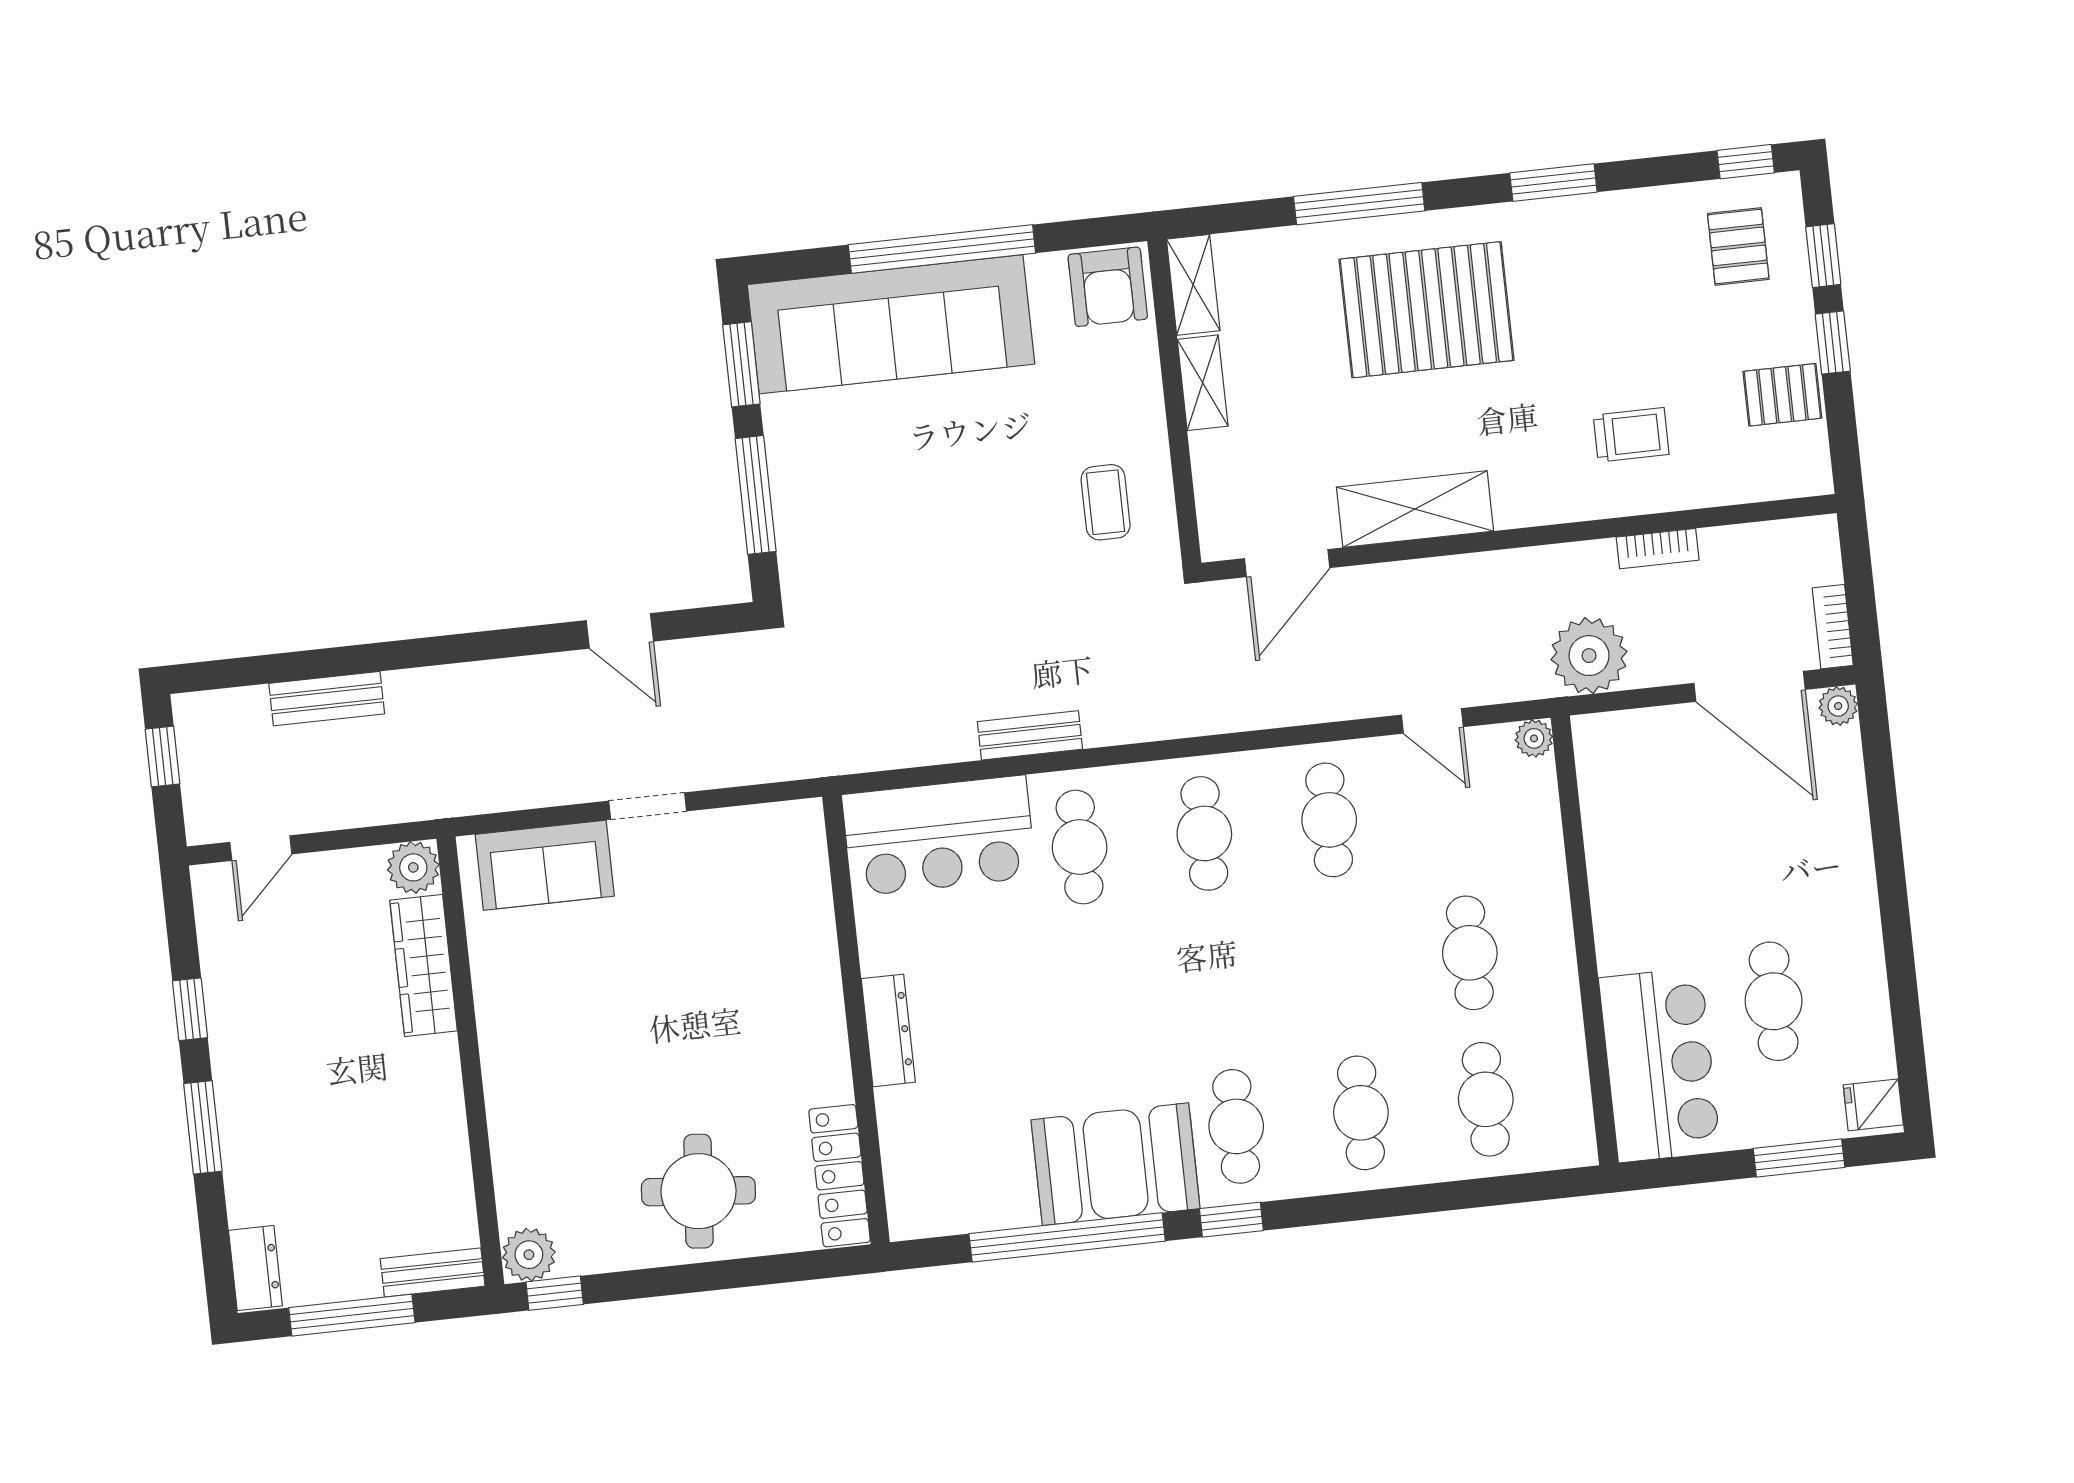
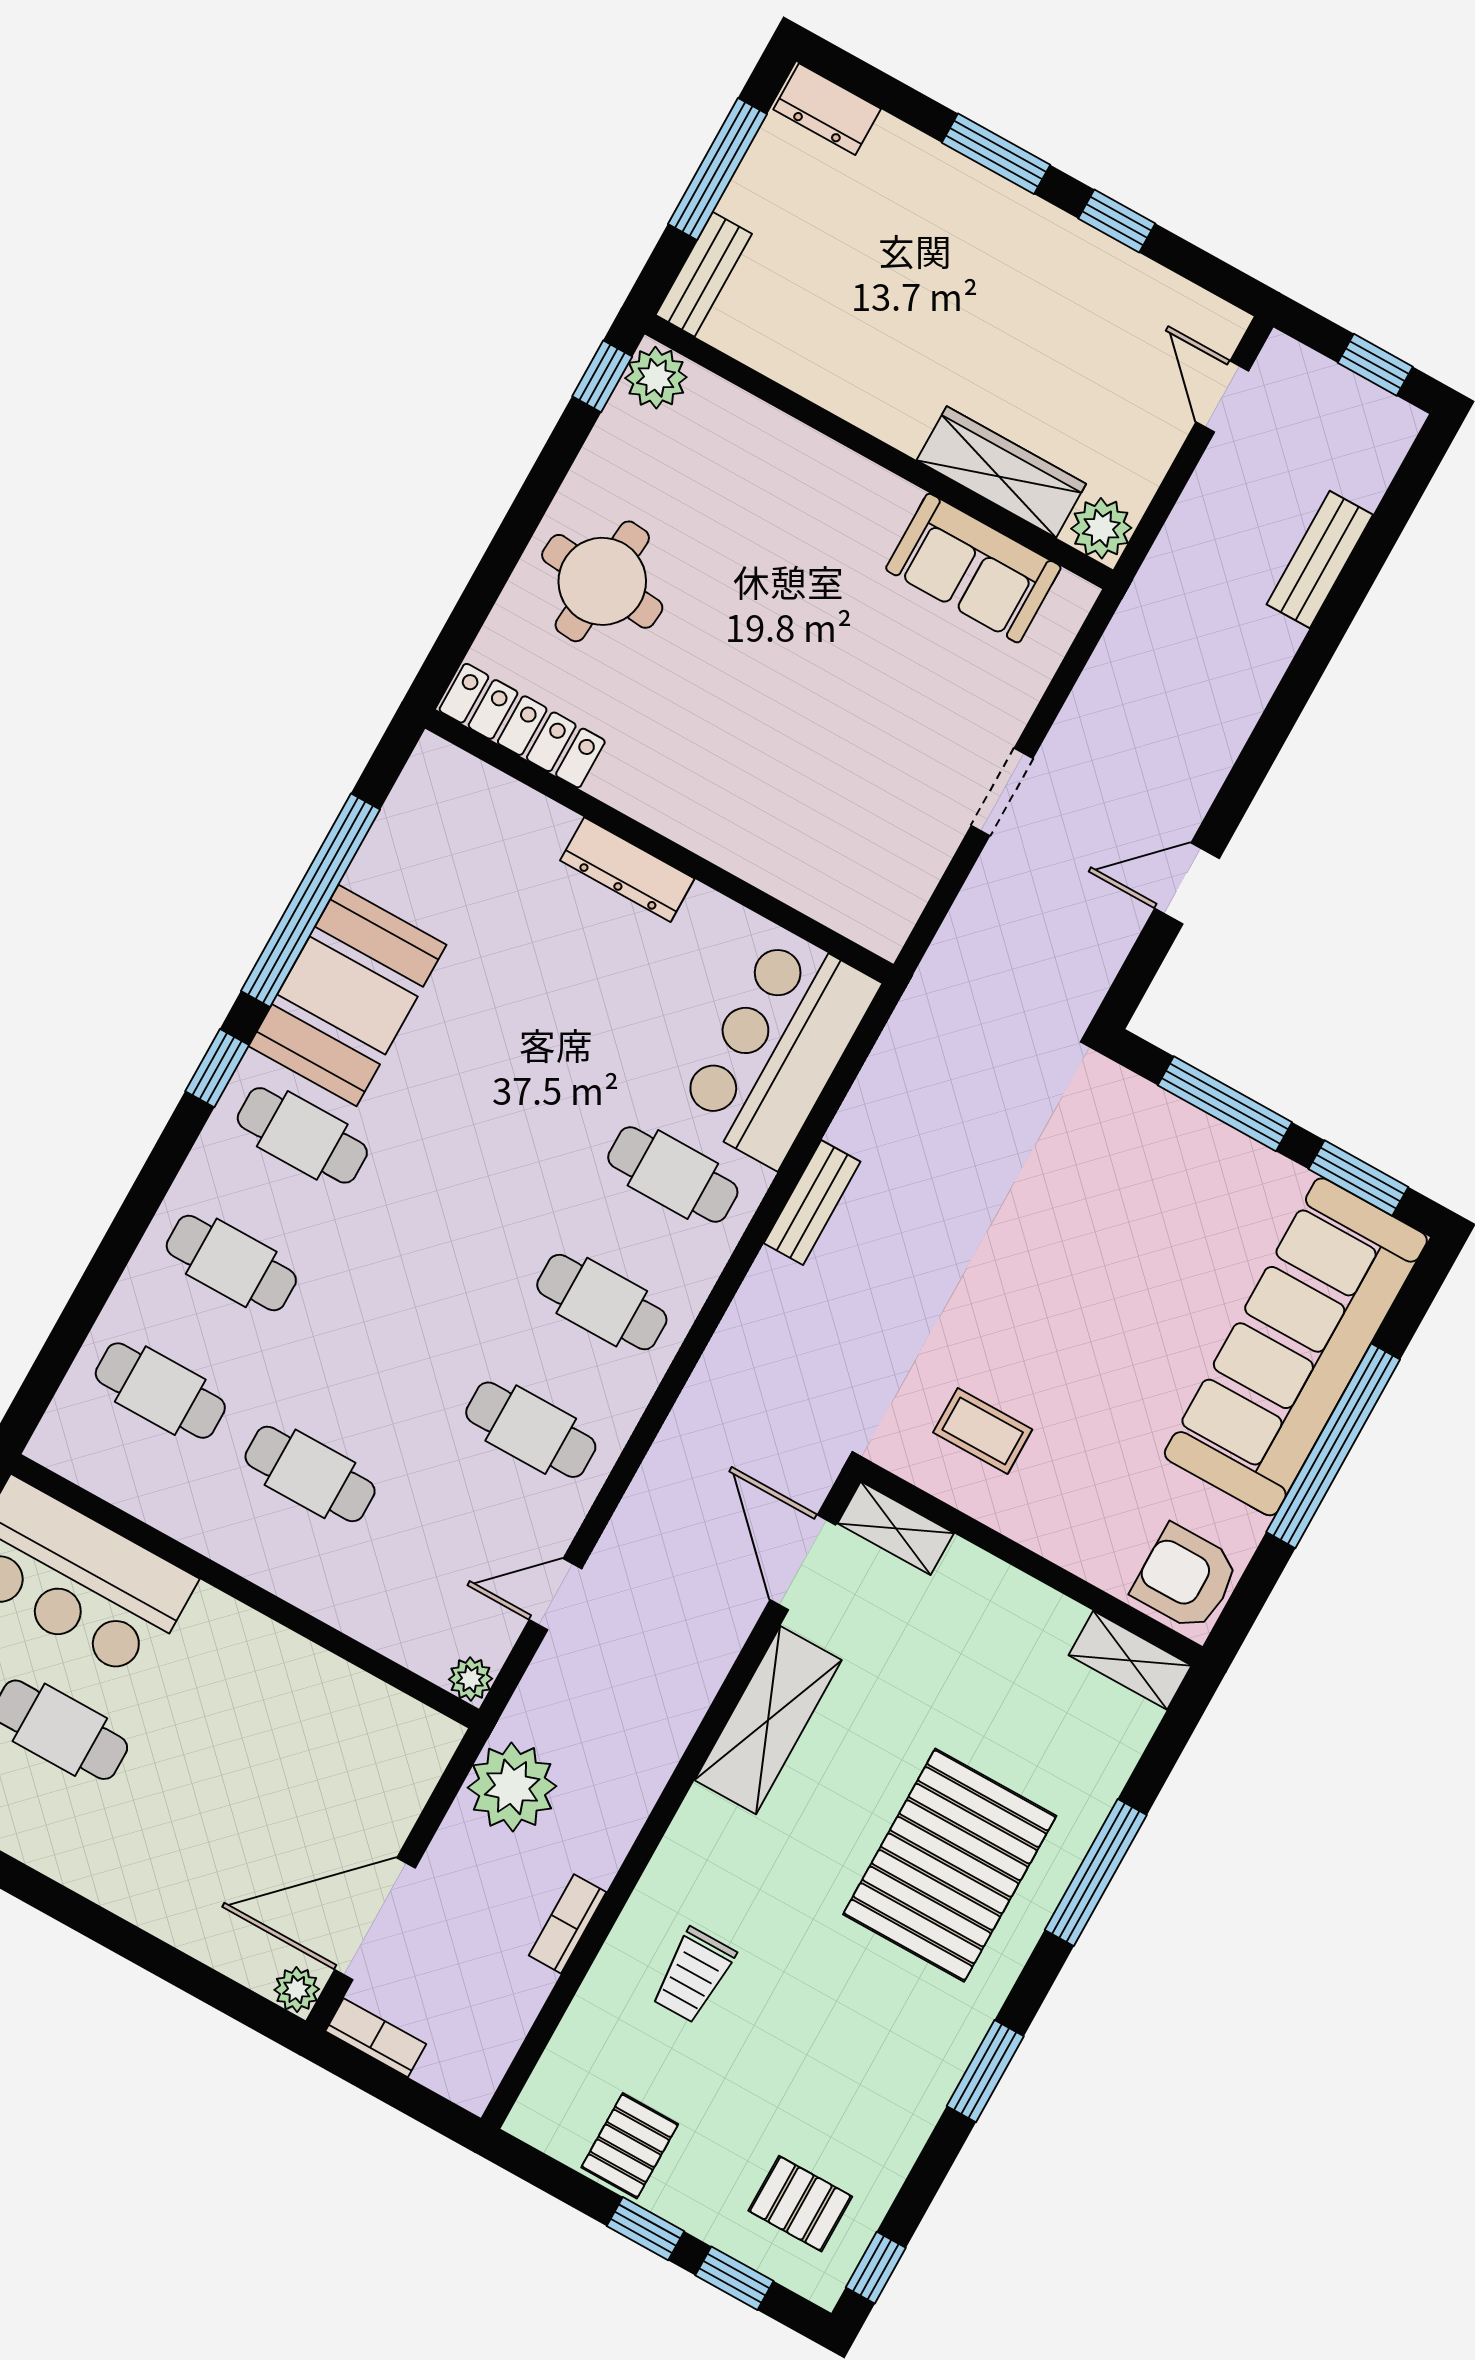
shelving: (1203, 383) -> (896, 1528), moved
sofa: (545, 865) -> (973, 568), moved, turned -90

